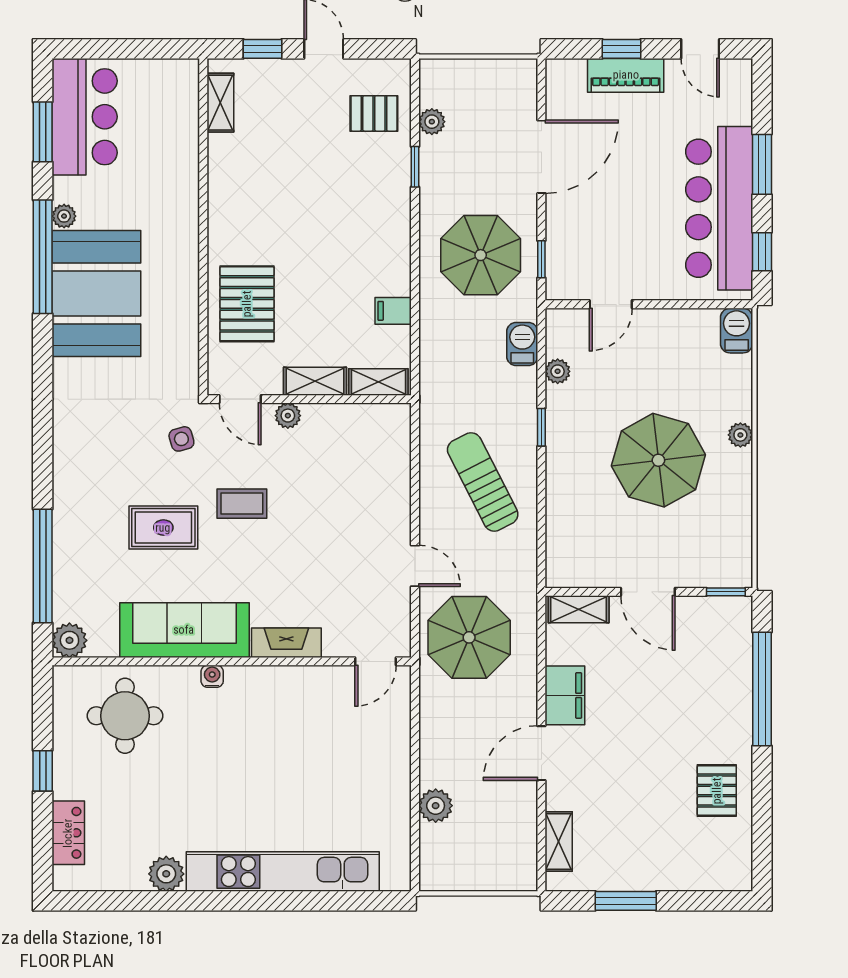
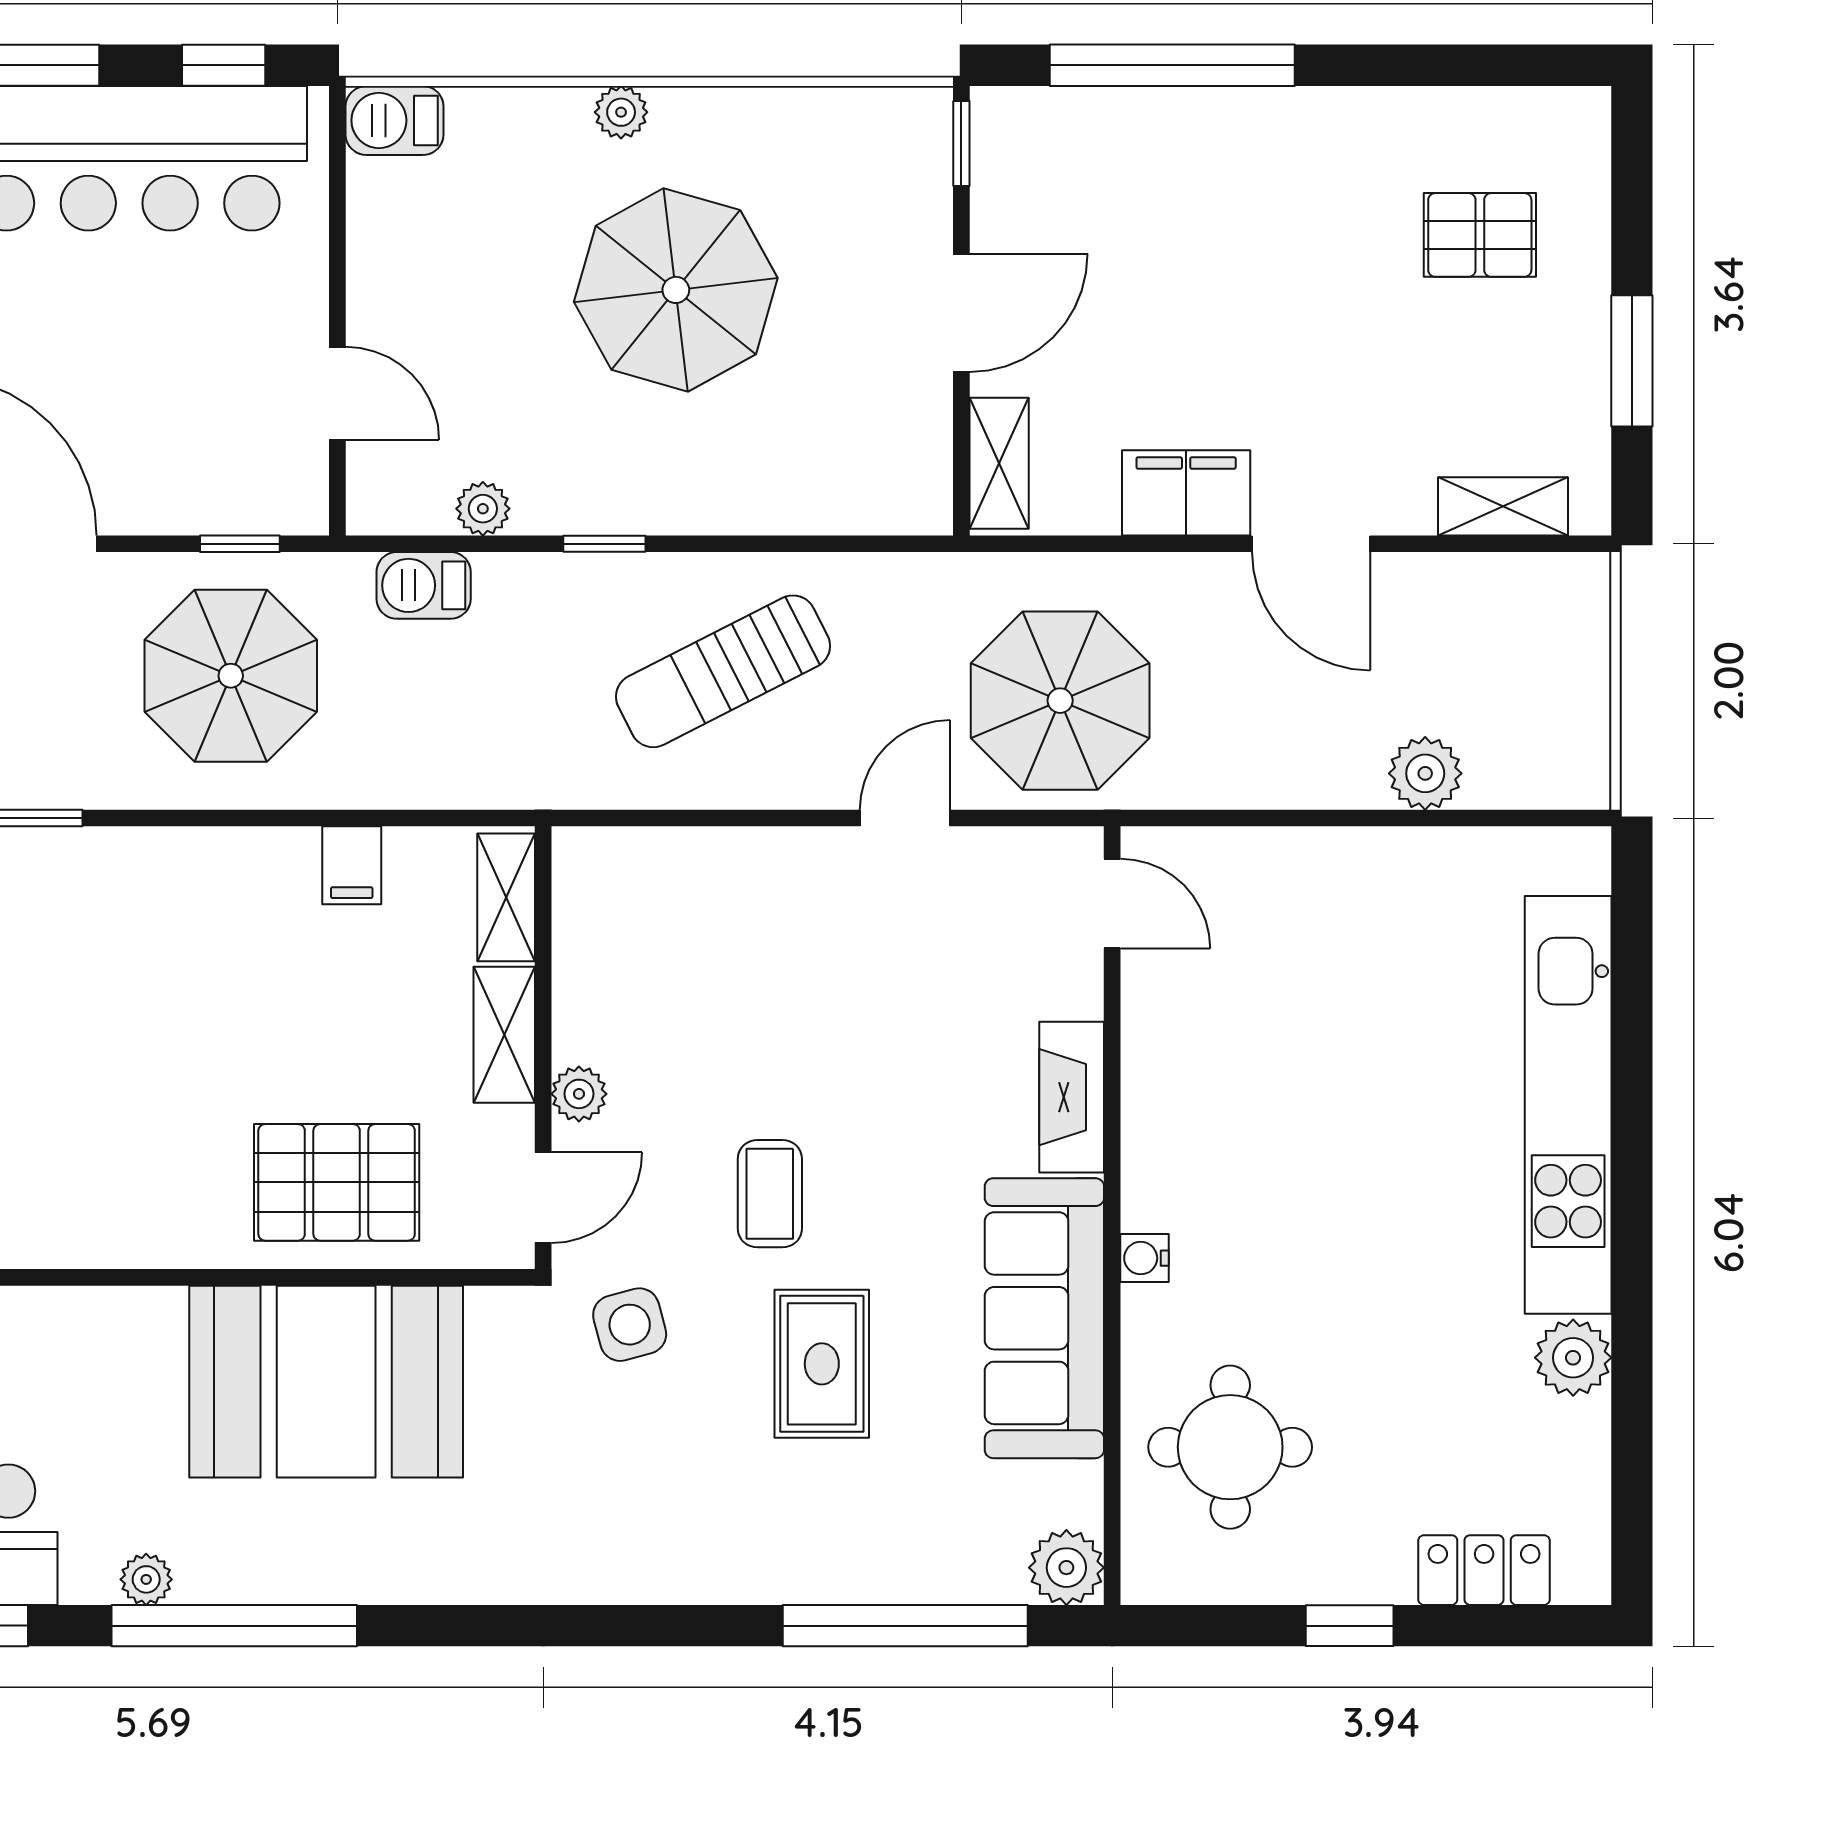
booth: (96, 294) -> (326, 1382), moved
side table: (181, 439) -> (630, 1325), width x1.37, depth x1.37
pallet: (717, 791) -> (1480, 235), moved

